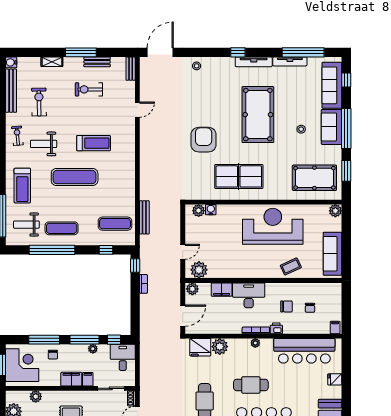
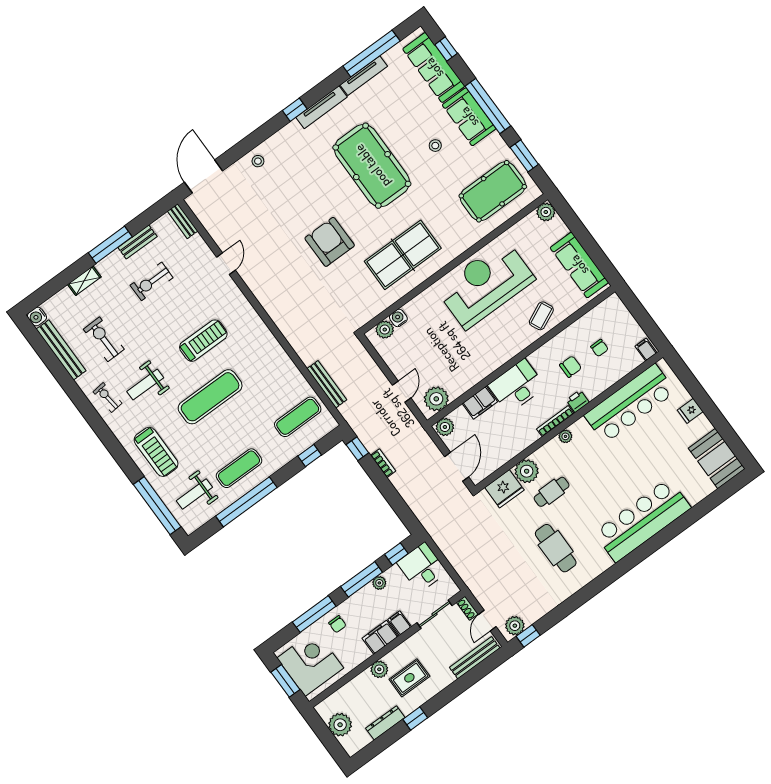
cafe table: (251, 385) -> (552, 492), moved, width x0.73, depth x0.74
plant: (36, 397) -> (379, 669), moved

